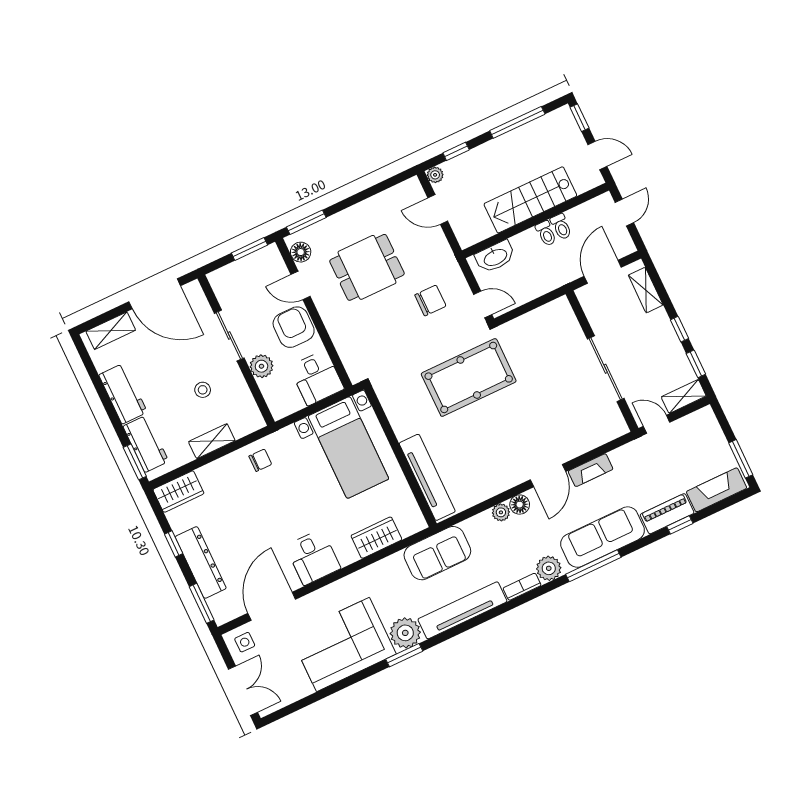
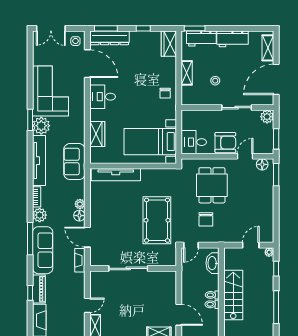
dining table: (367, 267) -> (212, 185), moved
wall: (602, 361) -> (133, 268), moved
plant: (261, 366) -> (267, 117), moved
sliding door: (606, 369) -> (128, 268), moved
dresser: (201, 562) -> (110, 38), moved

